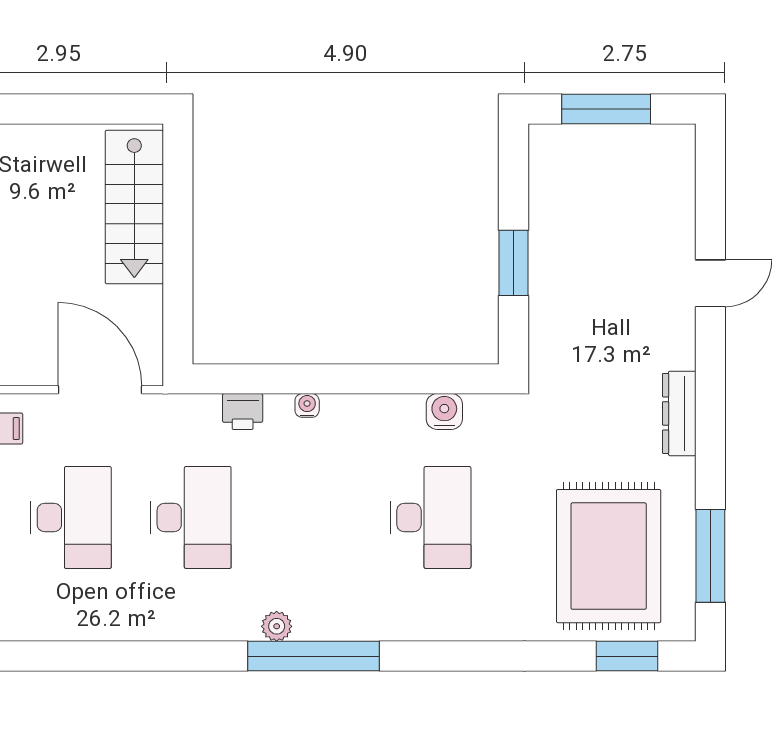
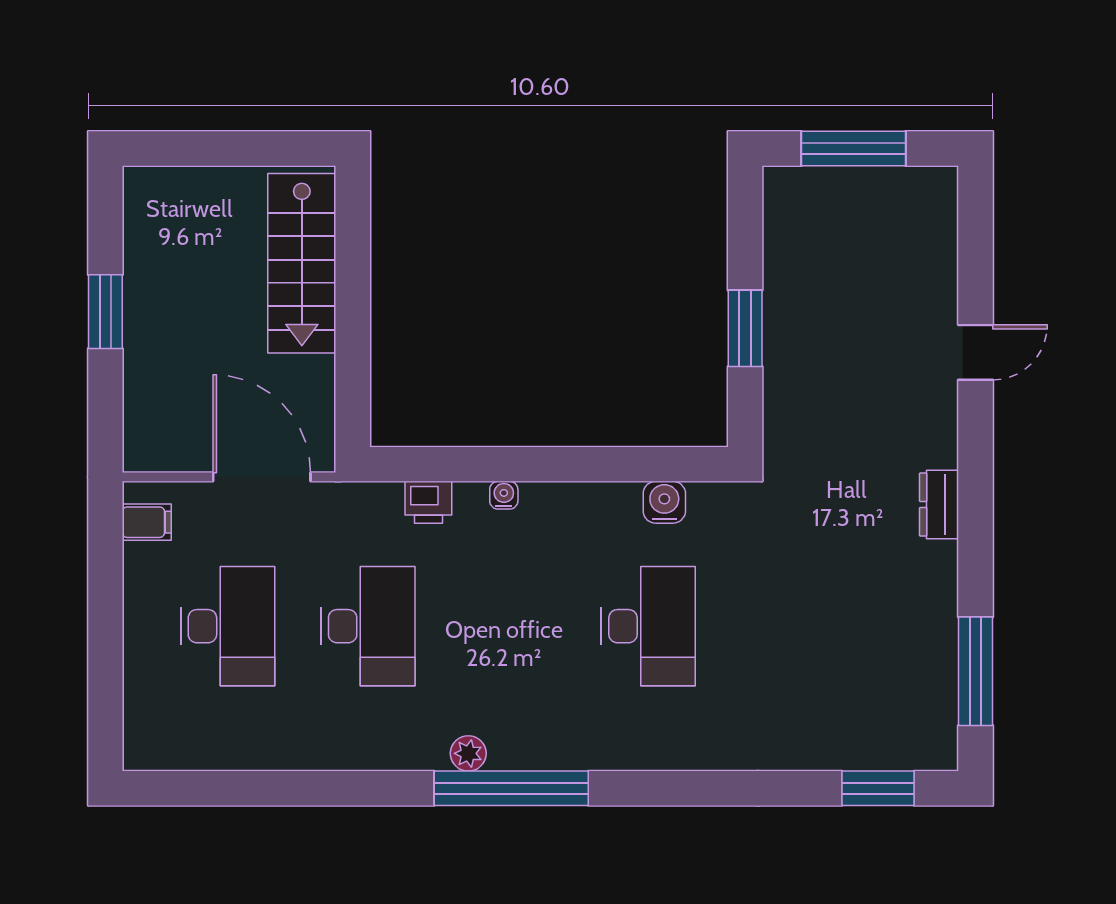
dresser: (679, 413) -> (939, 505), width x0.70
rug: (609, 556) -> (856, 671), removed

